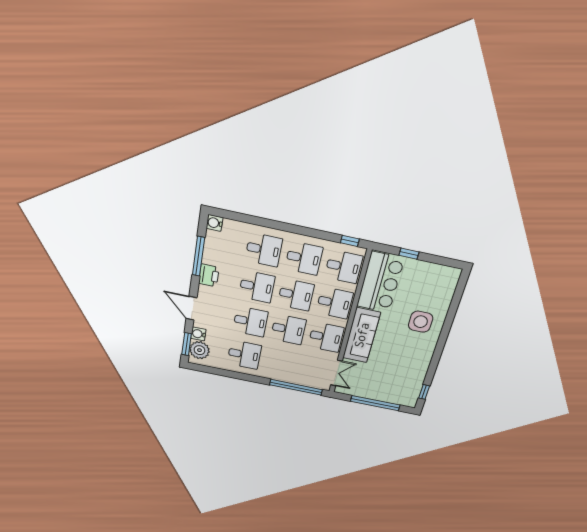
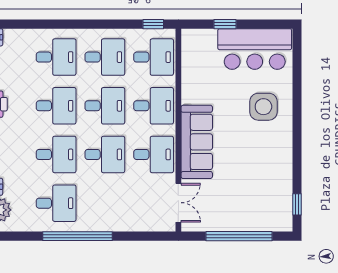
bar counter: (380, 282) -> (255, 49), moved, turned 90
window: (296, 387) -> (77, 236), moved

